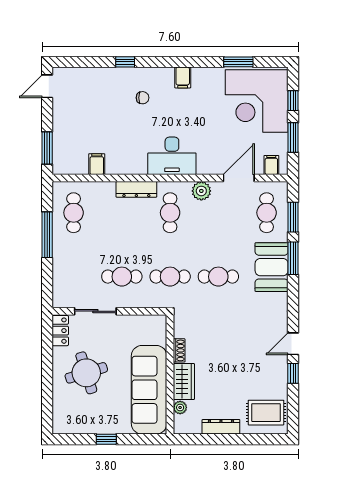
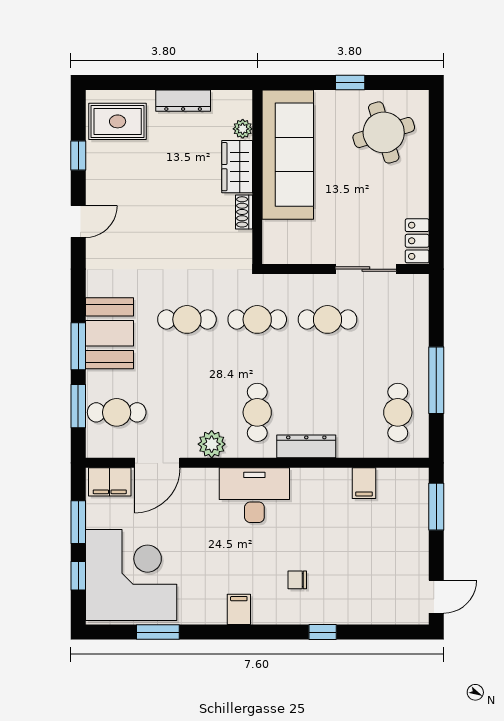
filing cabinet: (271, 165) -> (110, 482), width x2.00
cafe table: (267, 213) -> (117, 412), turned 90
round table: (86, 373) -> (384, 132), moved
window: (293, 373) -> (78, 156), moved

